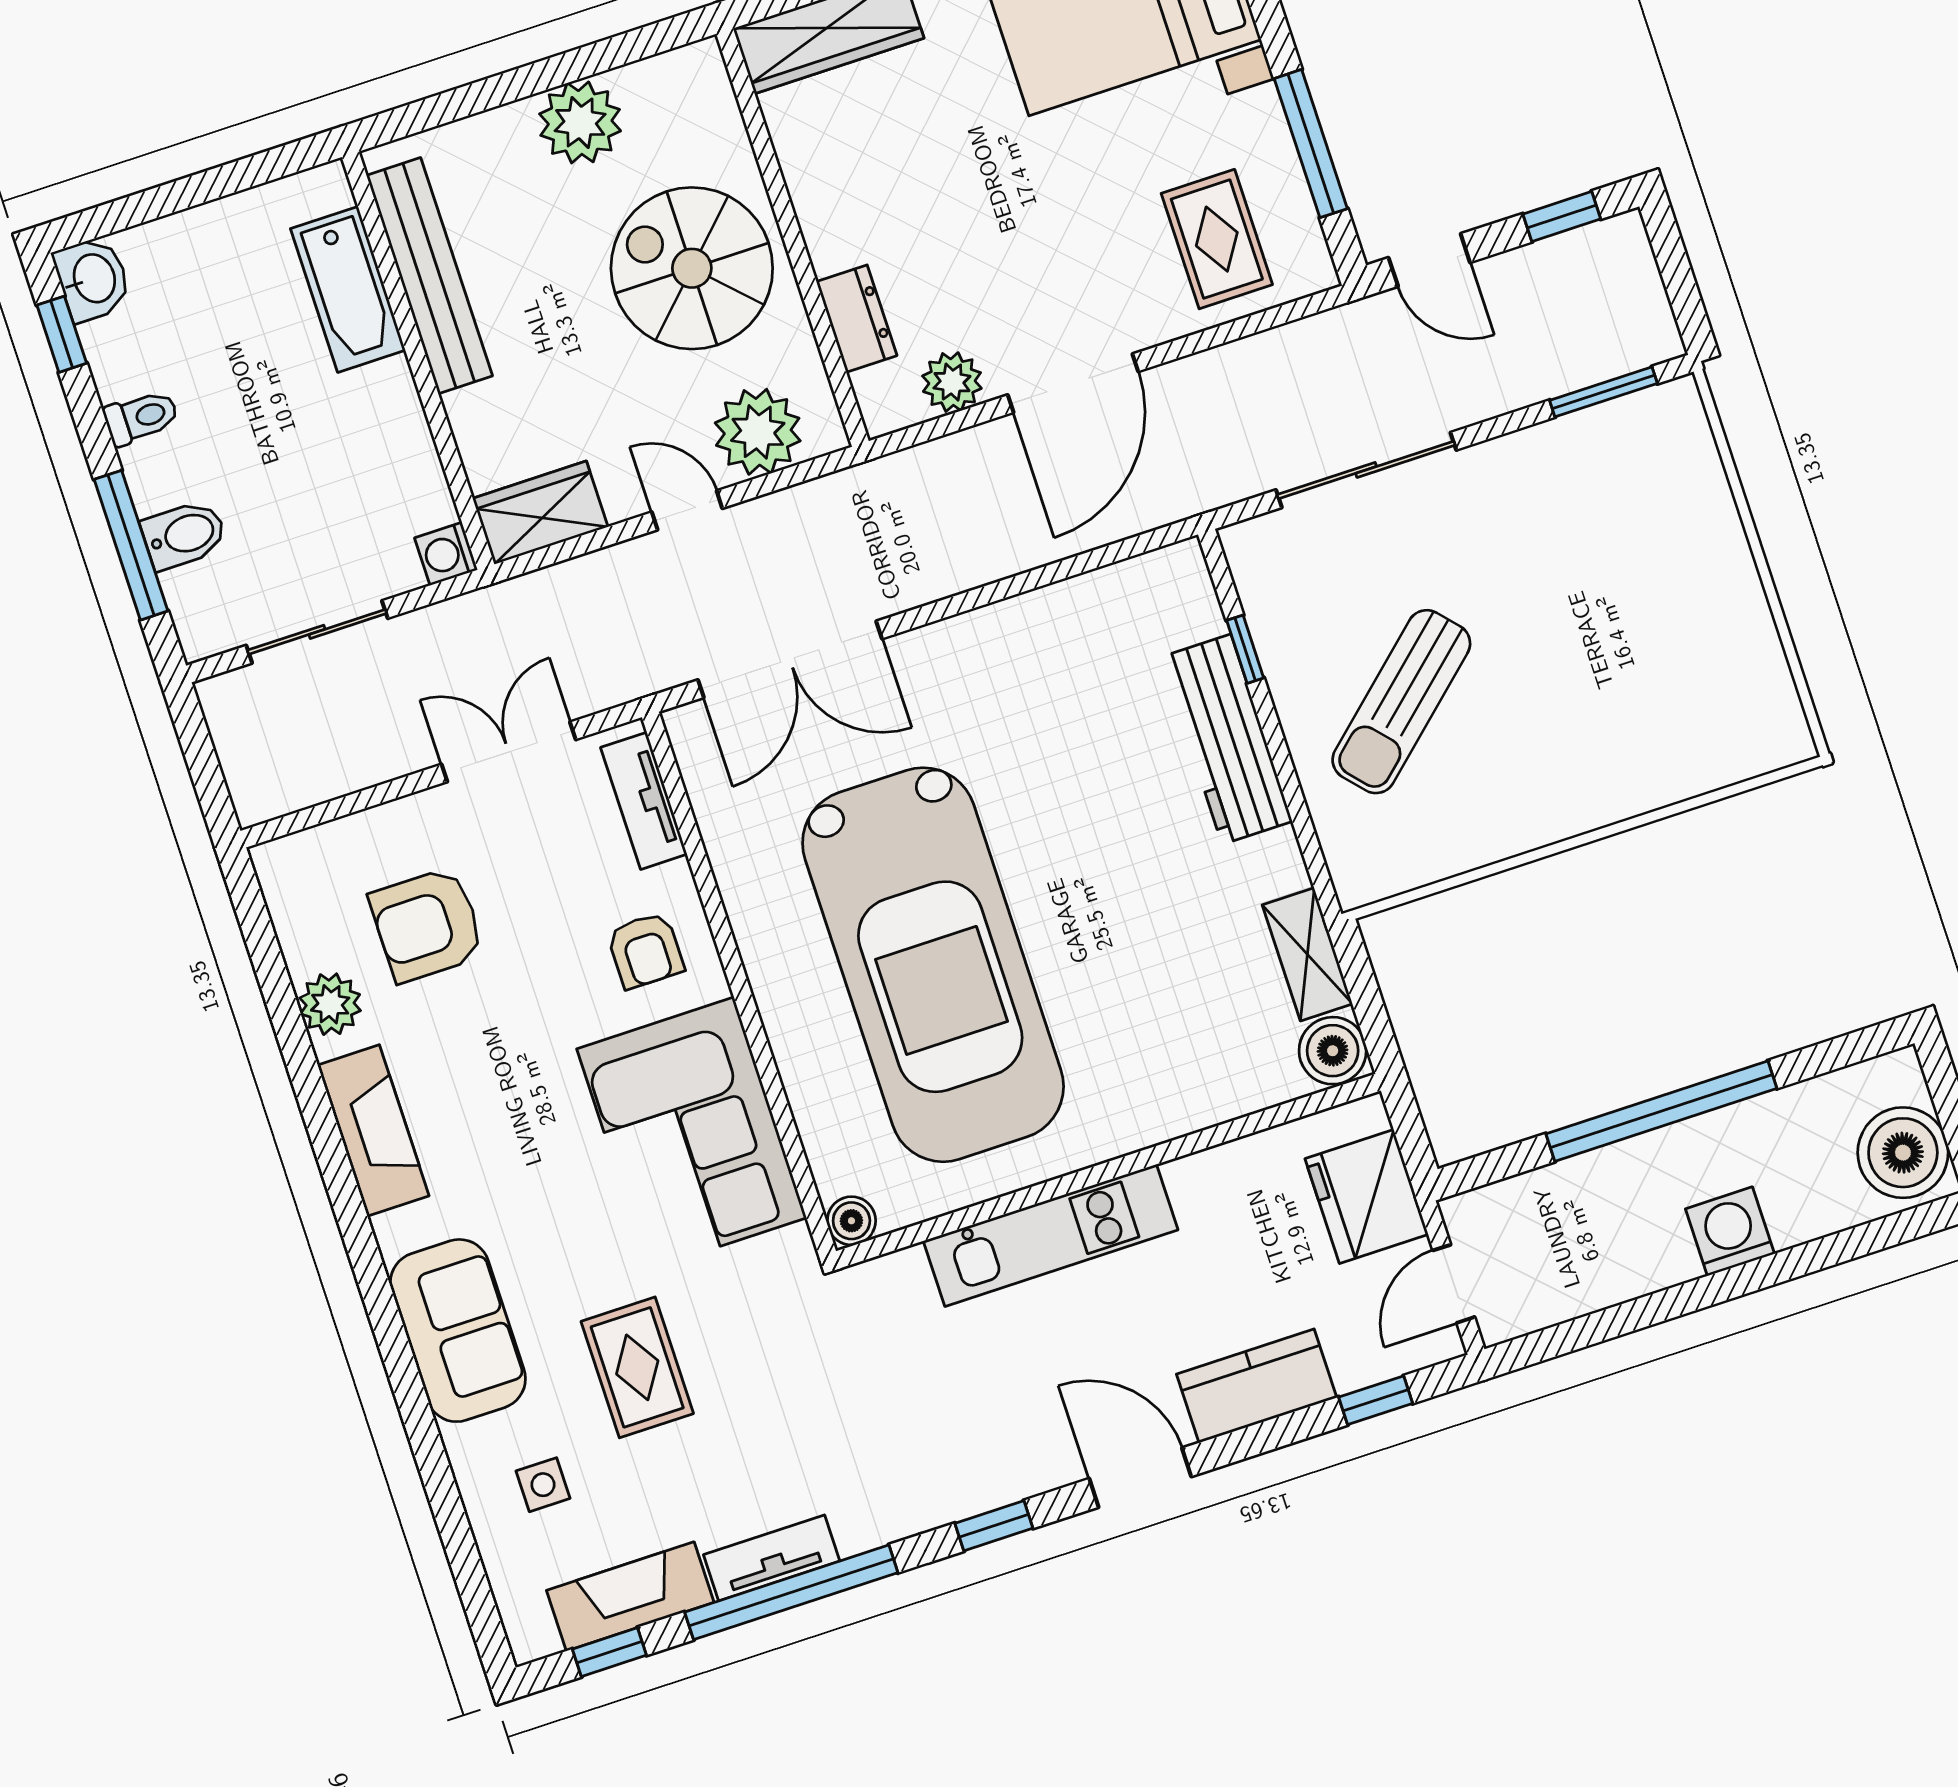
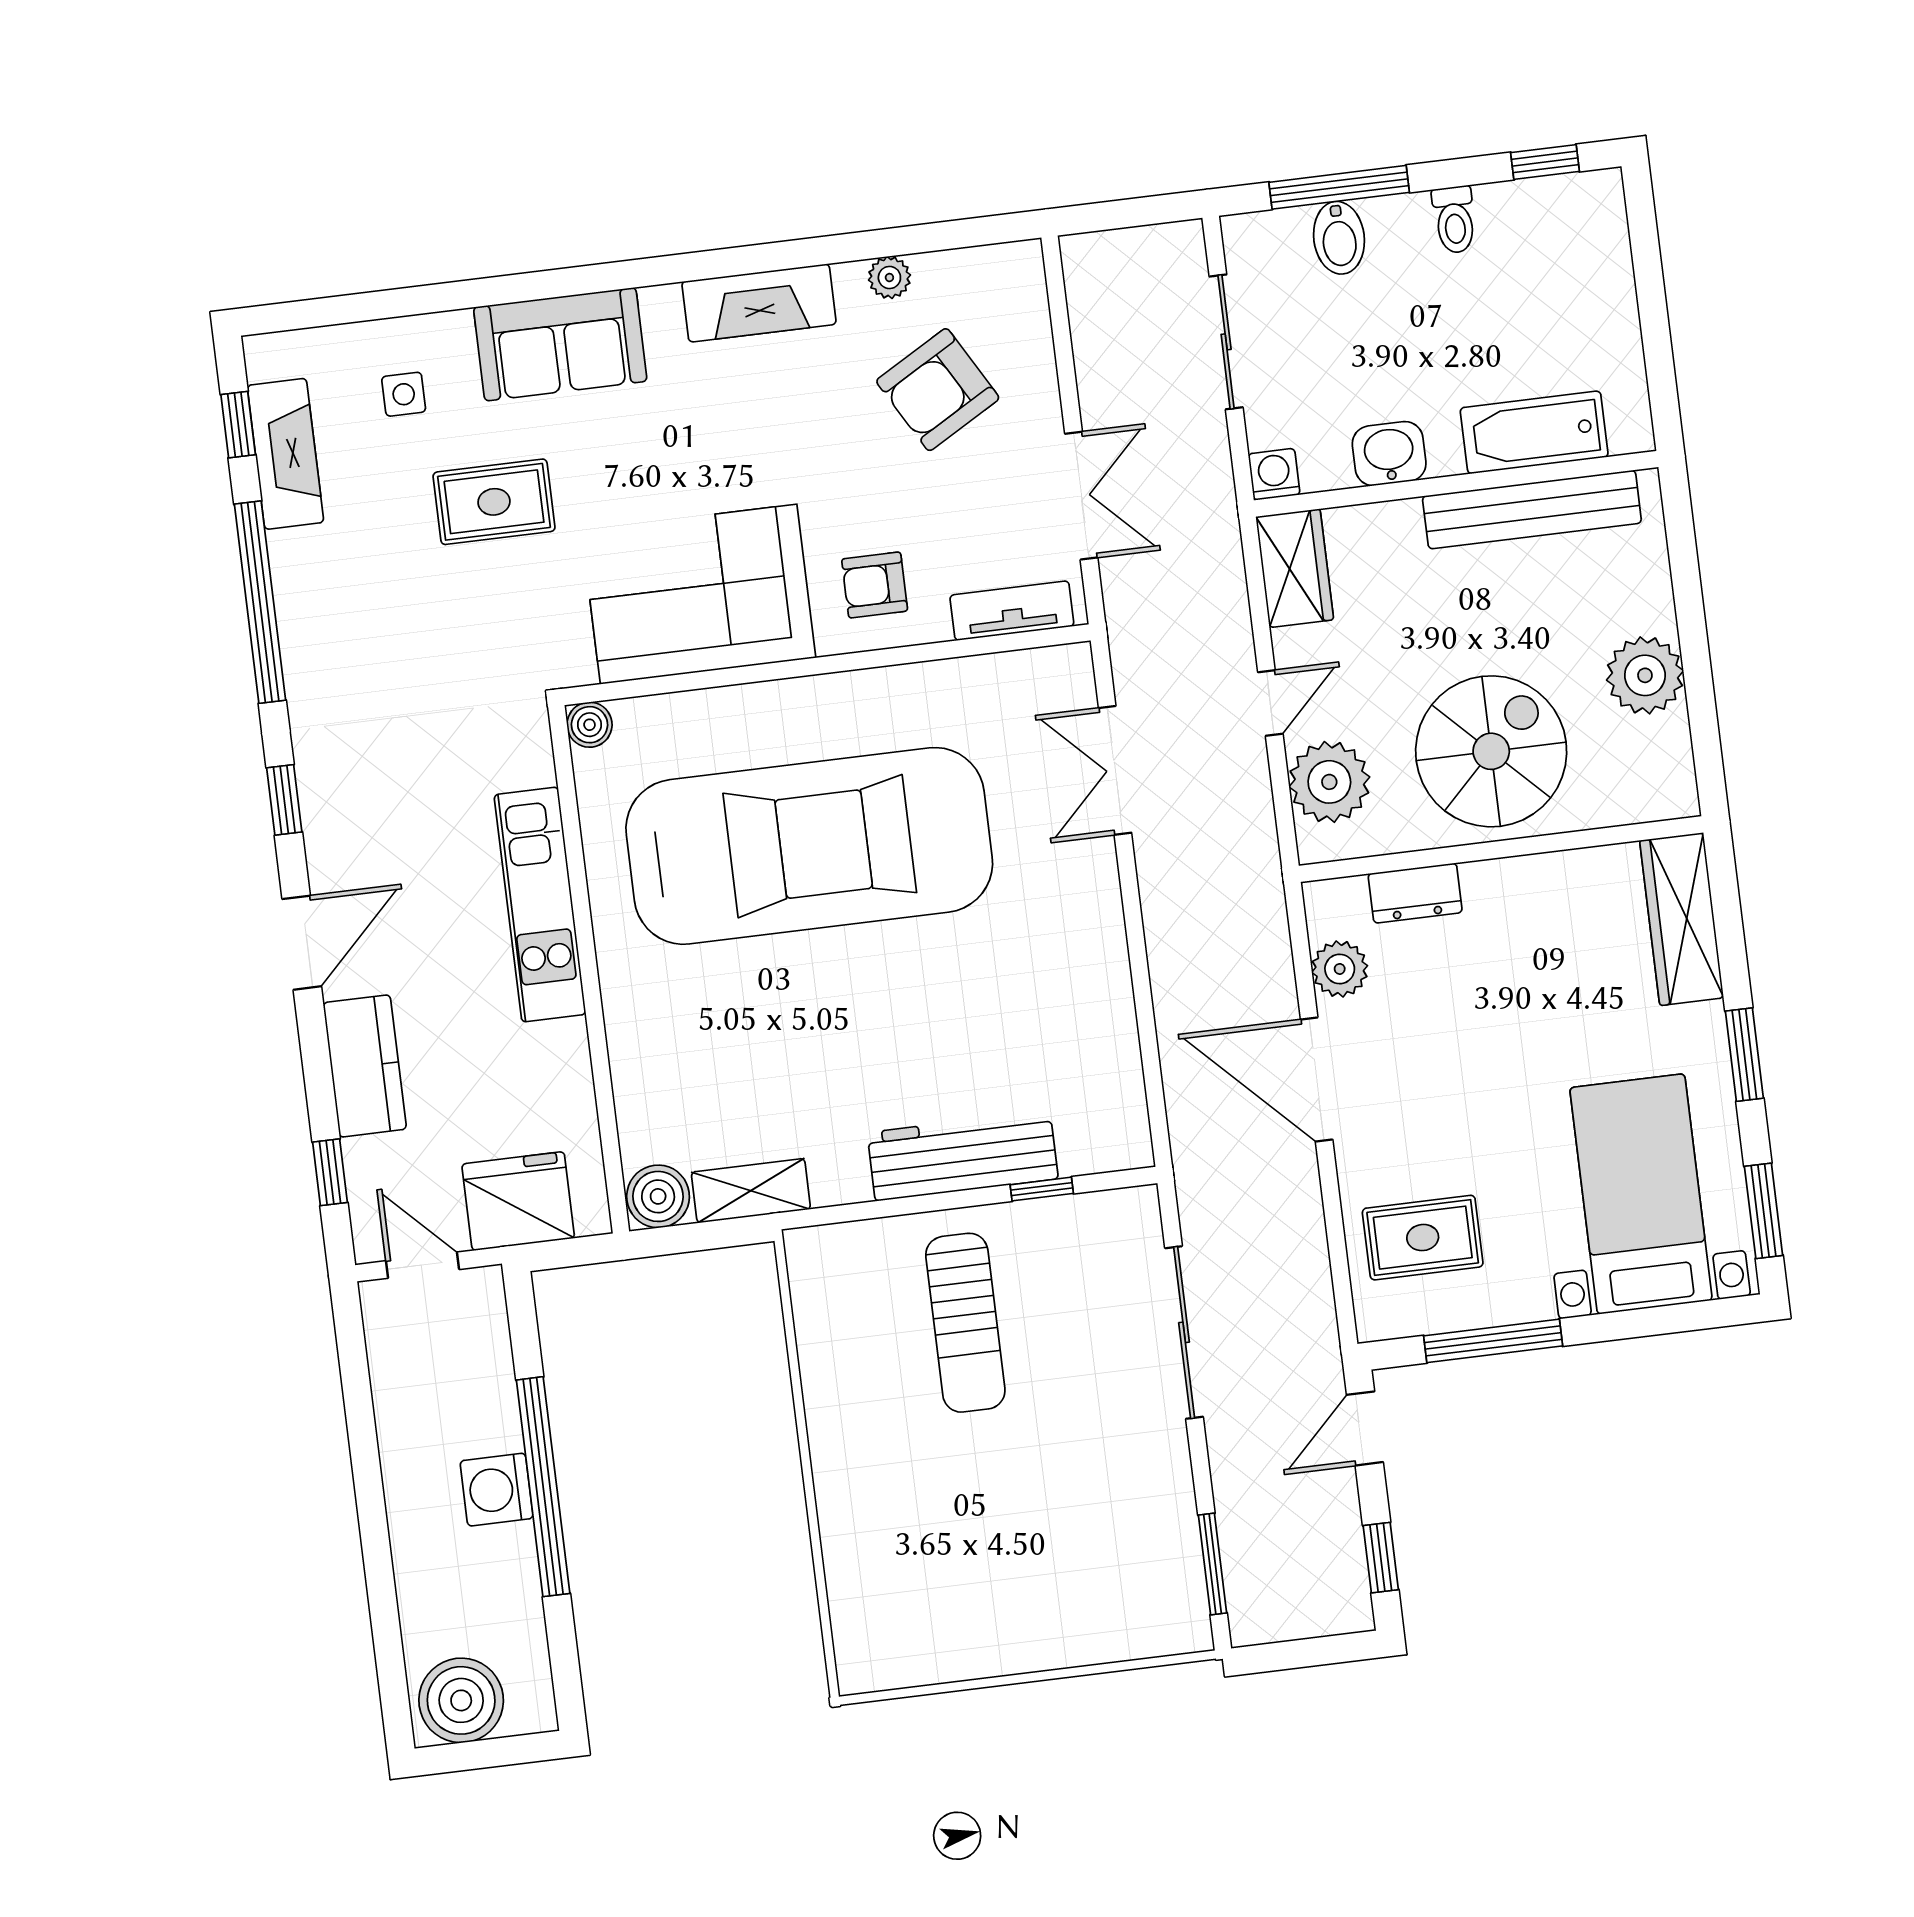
washbasin: (93, 279) -> (1389, 454), moved, turned 180
double door: (790, 659) -> (1115, 770), width x0.73
sun lounger: (1401, 702) -> (965, 1323), turned -138
armchair: (427, 925) -> (938, 390), turned -120
car: (933, 965) -> (809, 846), turned 180
plant: (330, 1004) -> (889, 278), width x0.73, depth x0.73
washing machine: (1730, 1231) -> (497, 1490), moved, turned 180
tv unit: (772, 1558) -> (295, 590), removed

